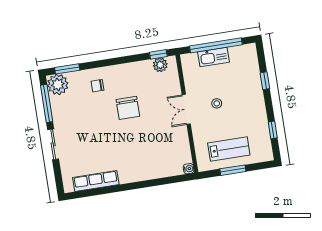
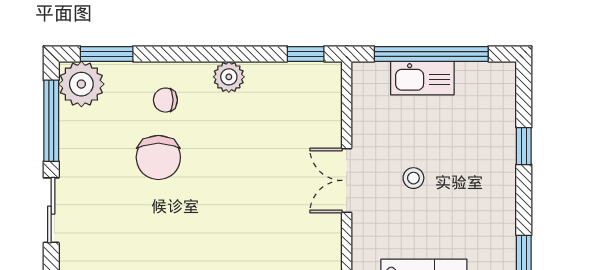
plant: (160, 65) -> (229, 77), moved
chair: (128, 108) -> (158, 157), moved

